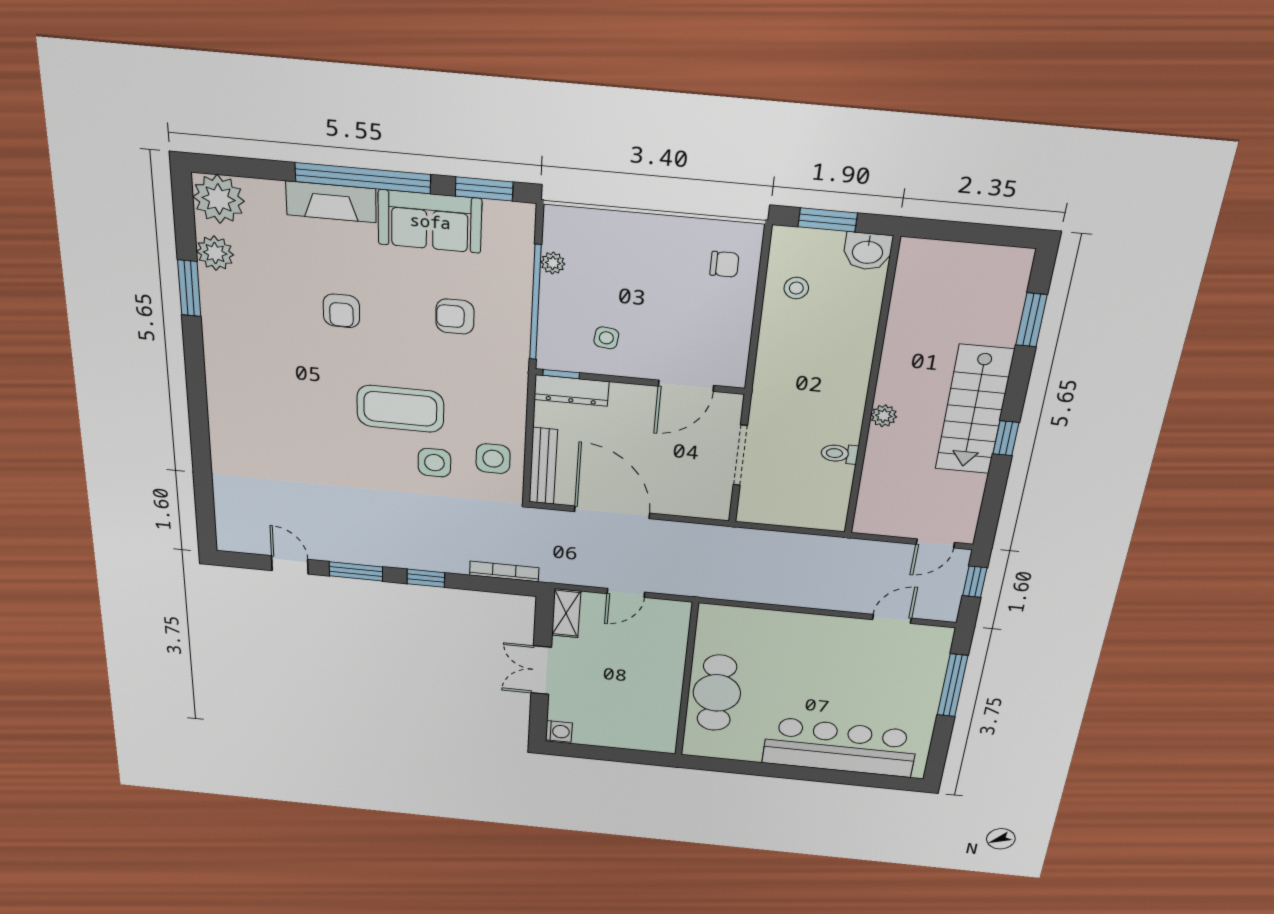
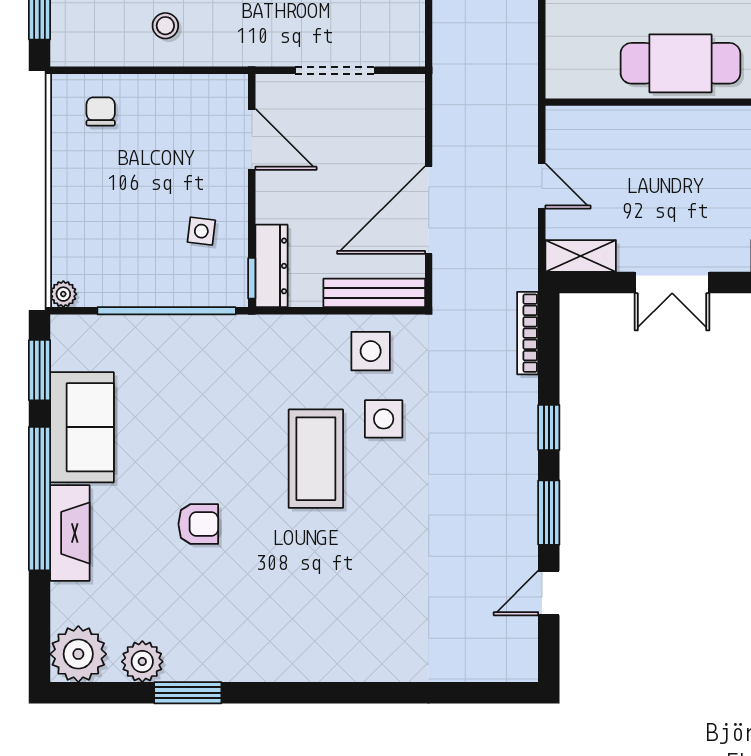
plant: (553, 263) -> (63, 294), moved
stool: (796, 288) -> (165, 26), moved
armchair: (455, 316) -> (192, 398), removed

